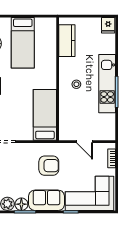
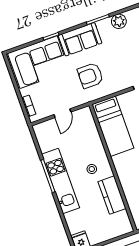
kitchen counter: (67, 41) -> (112, 195), moved
door: (85, 142) -> (62, 113), swing flipped
floor lamp: (21, 204) -> (104, 26), removed

